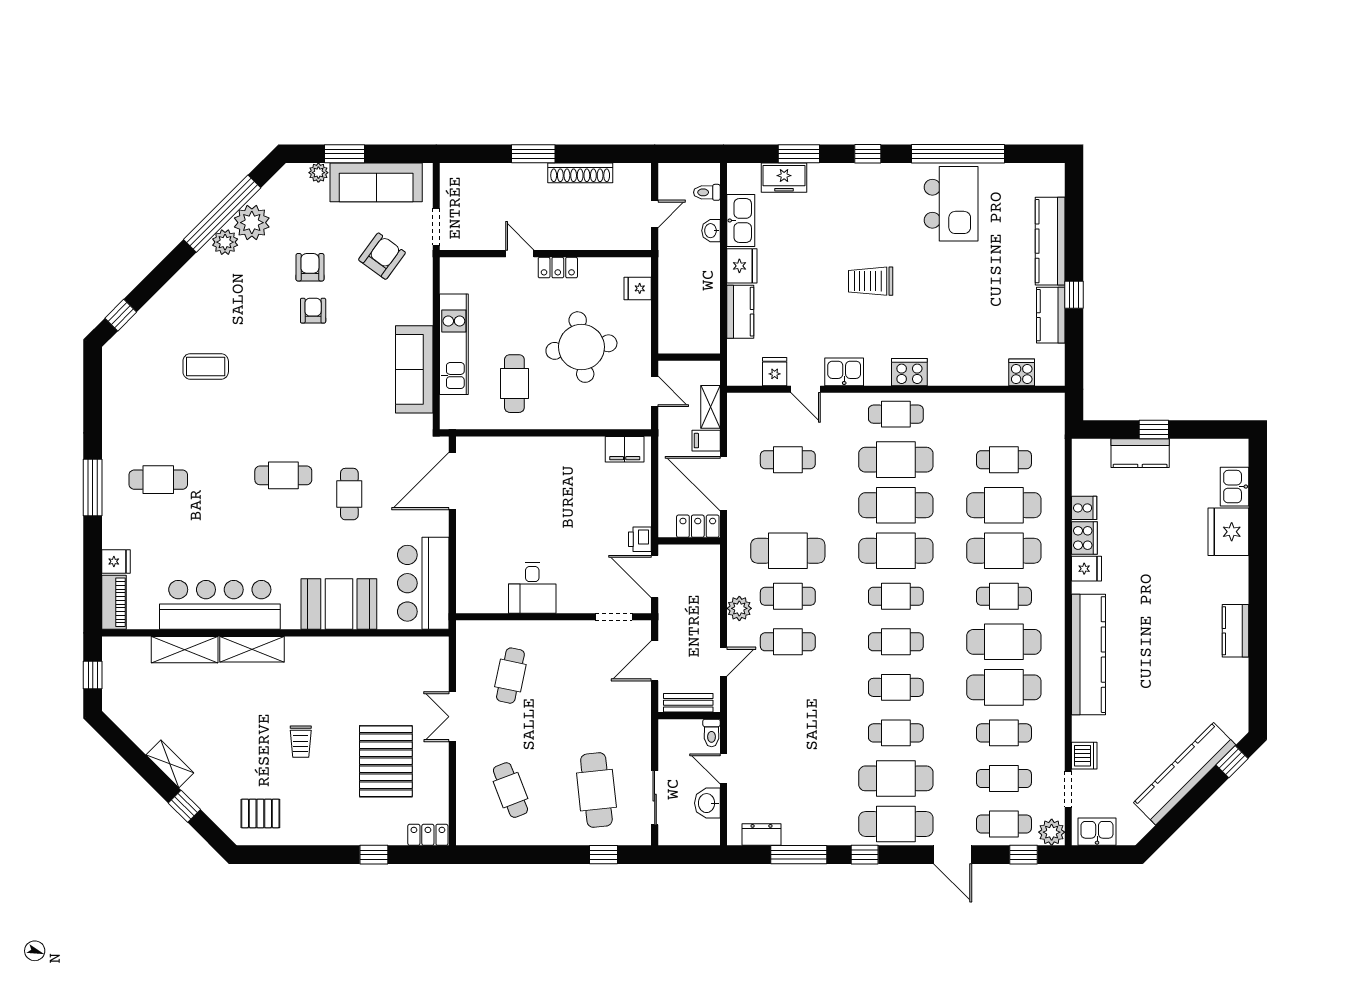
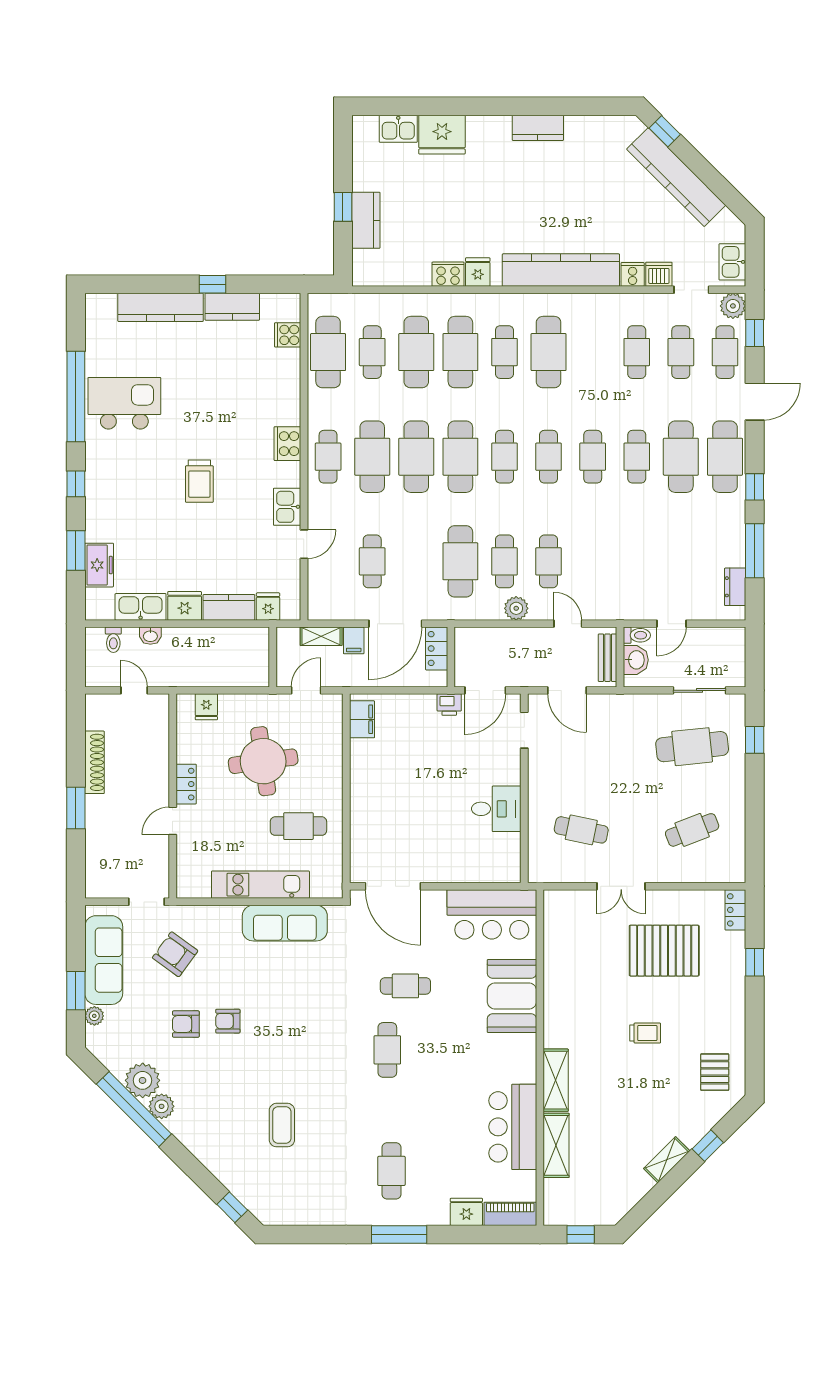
fridge: (775, 372) -> (268, 607), moved, turned 90
cooker: (1084, 508) -> (633, 274), moved
fridge: (116, 561) -> (466, 1212), width x1.38
bar counter: (220, 605) -> (513, 1127), width x0.73
cafe table: (1004, 687) -> (328, 352), moved
washbasin: (707, 803) -> (636, 660), moved, turned -90

